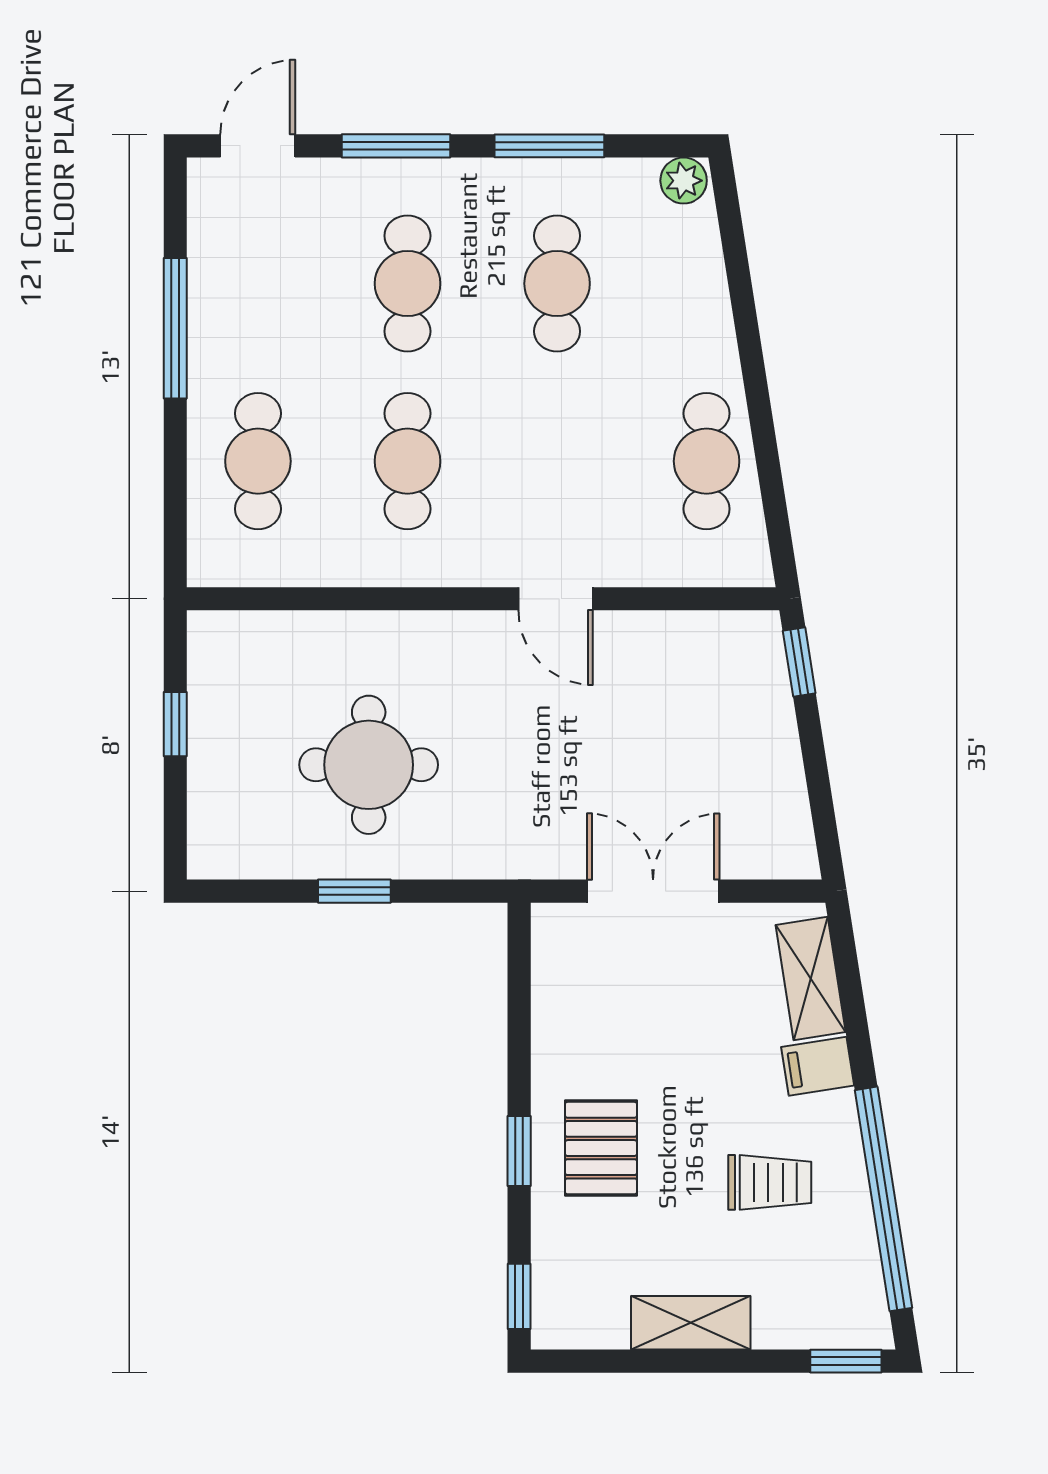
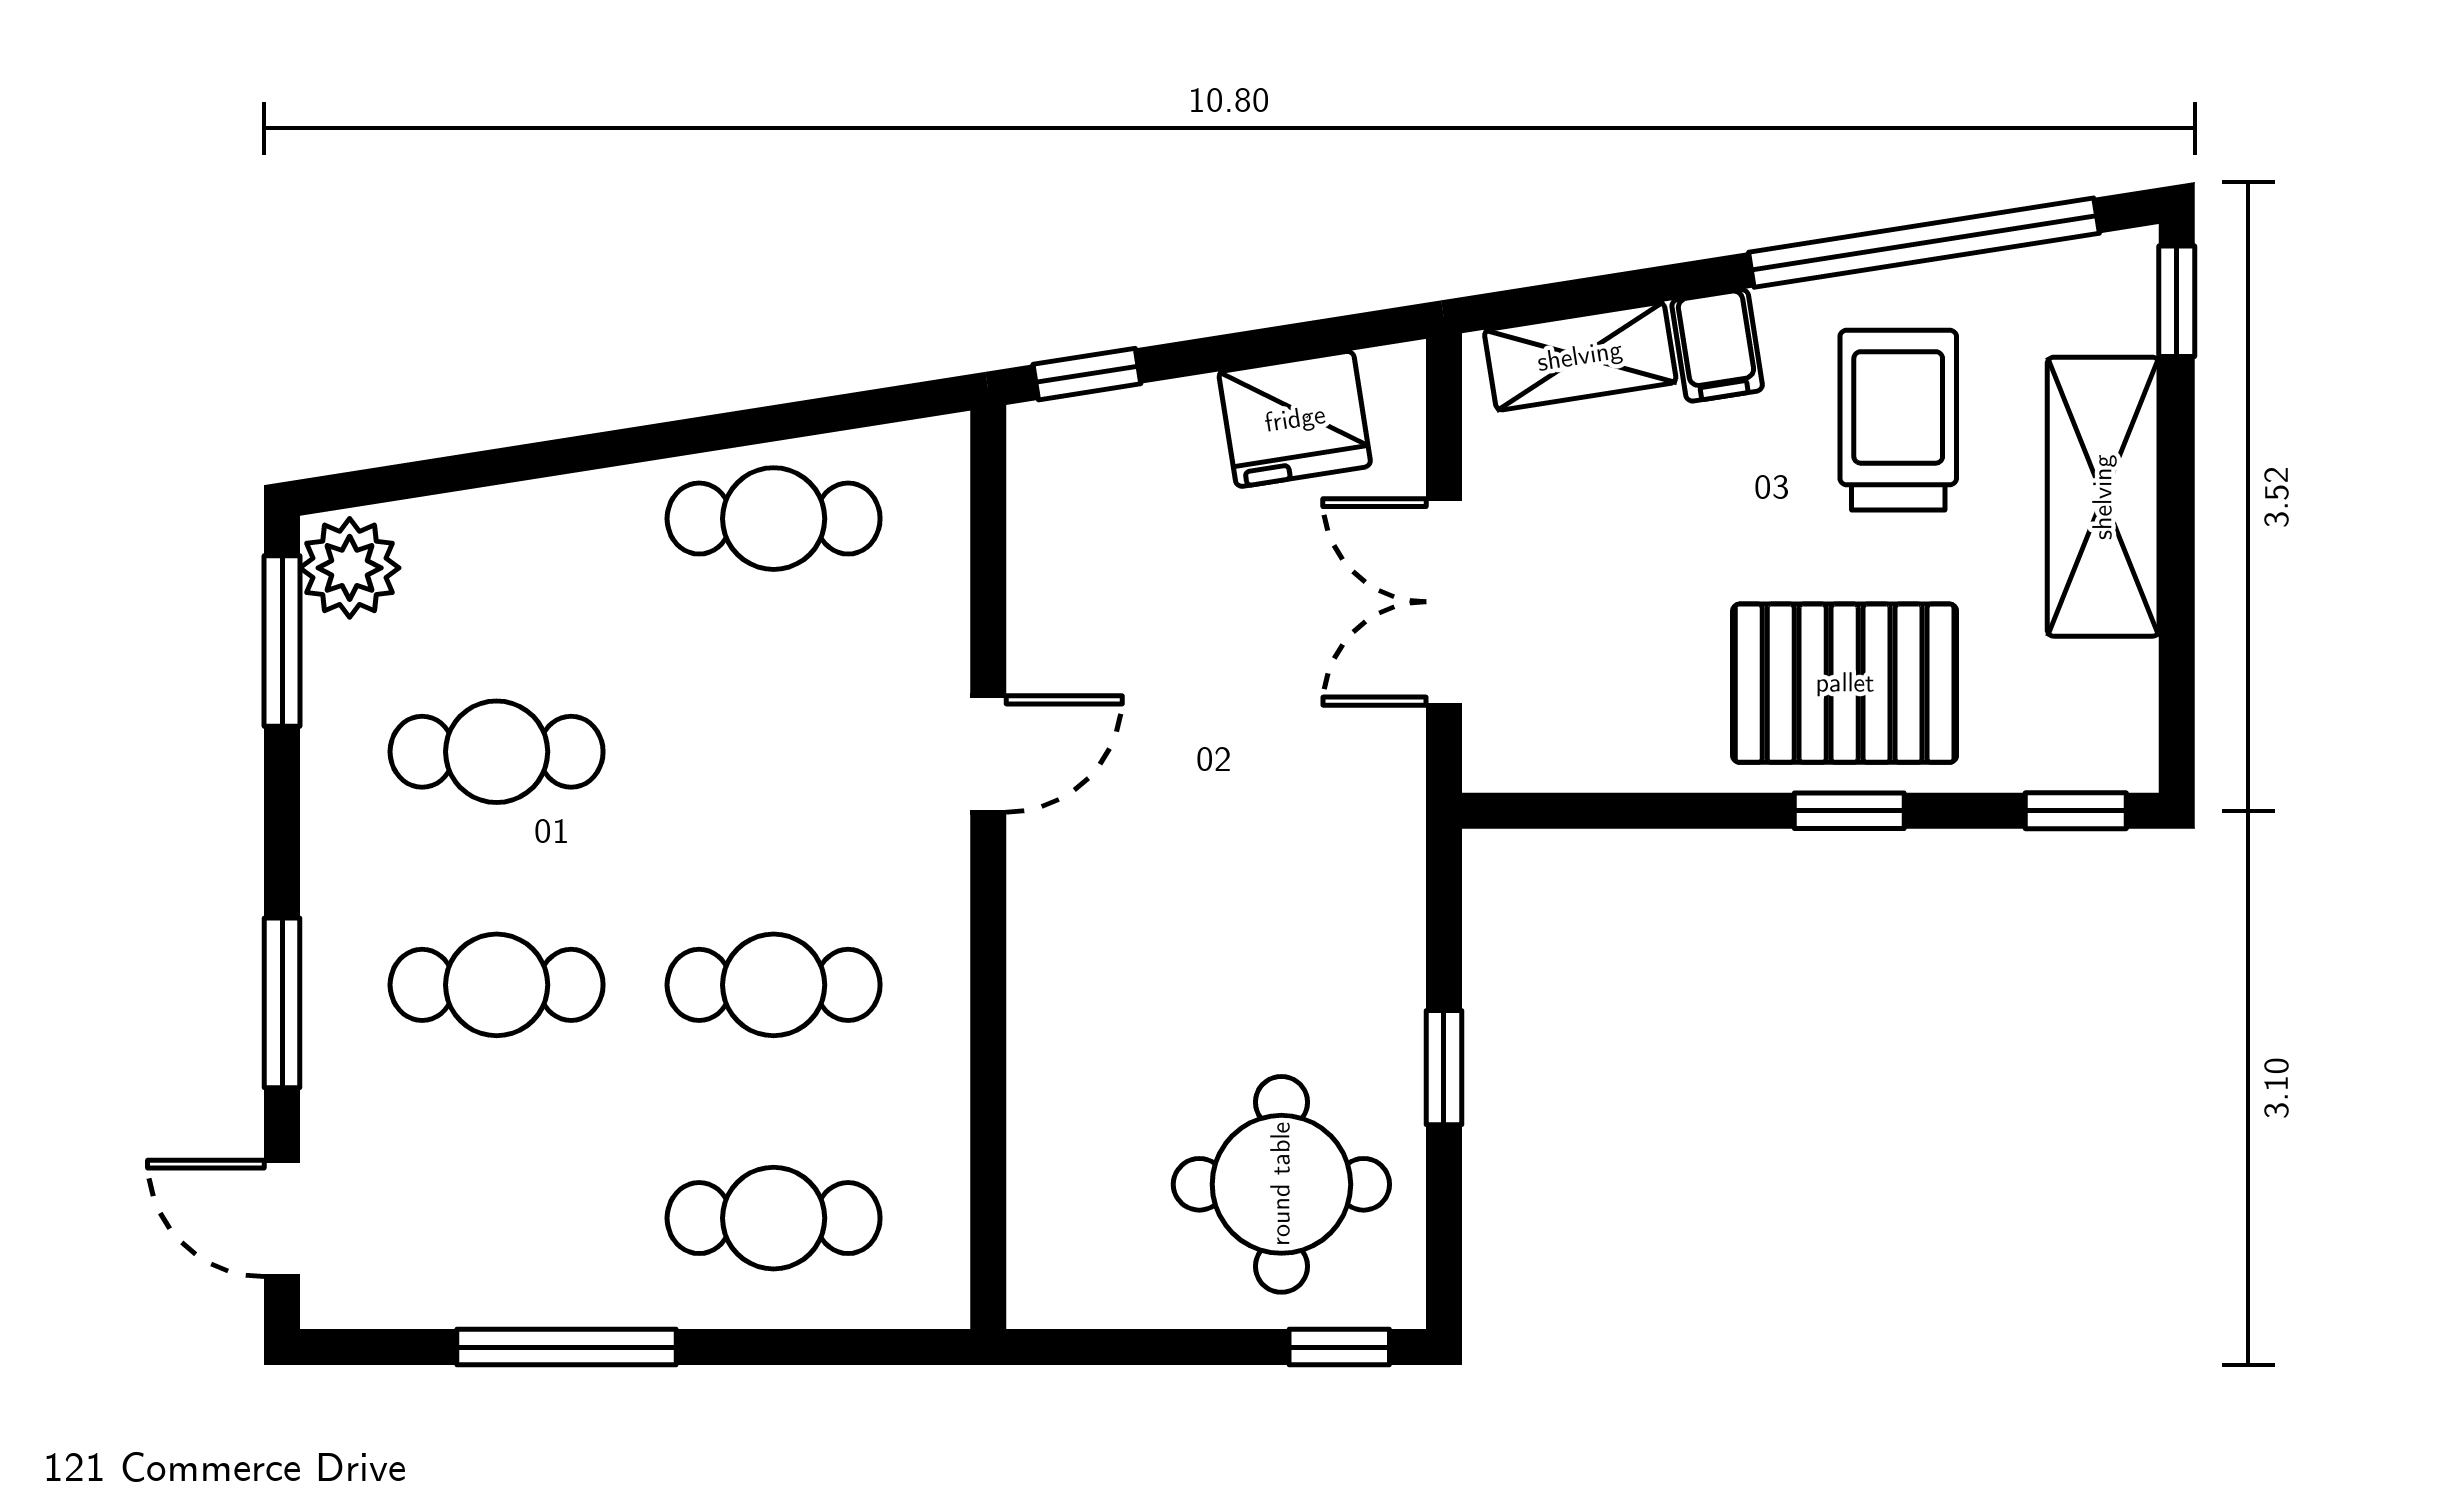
window: (549, 146) -> (282, 641), moved
plant: (684, 181) -> (350, 568), width x1.38, depth x1.38
window: (175, 724) -> (1339, 1347), moved
round table: (369, 765) -> (1281, 1184), moved
fridge: (770, 795) -> (1295, 419), added
pallet: (601, 1148) -> (1845, 683), width x1.50, depth x1.42
trolley: (770, 1182) -> (1898, 420), width x1.36, depth x1.39
shelving: (691, 1323) -> (2103, 497), width x1.50, depth x1.33

